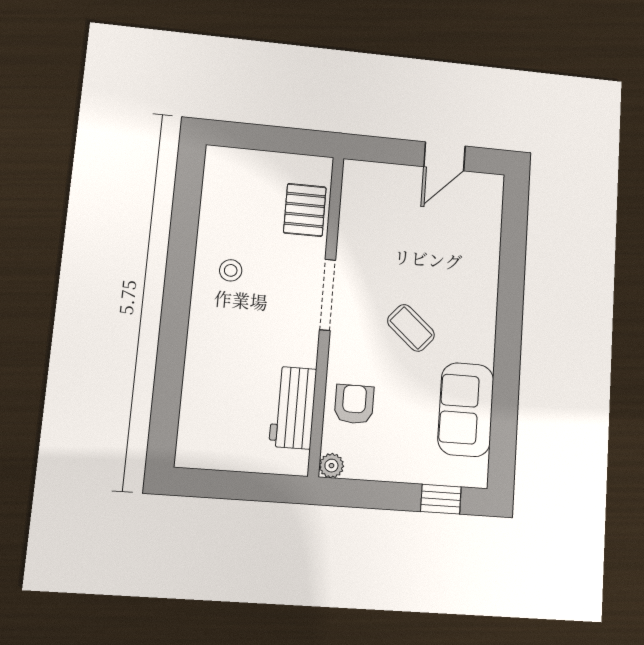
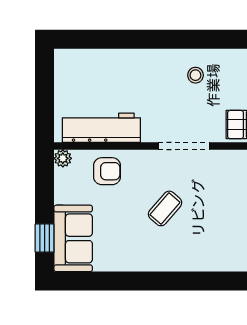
workbench: (293, 408) -> (101, 128), width x1.38
sofa: (466, 410) -> (73, 238), moved, turned 90

